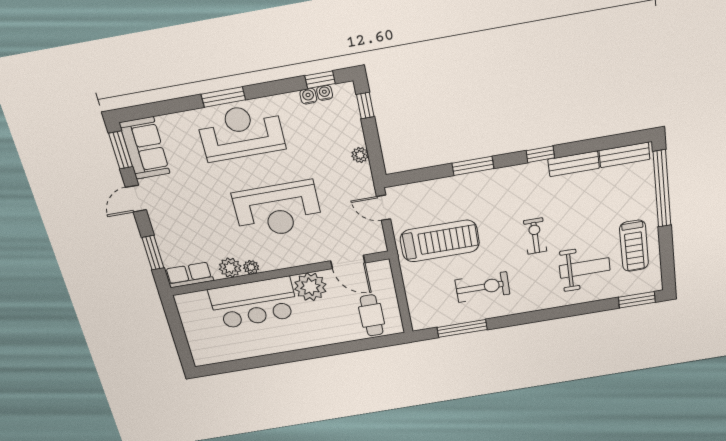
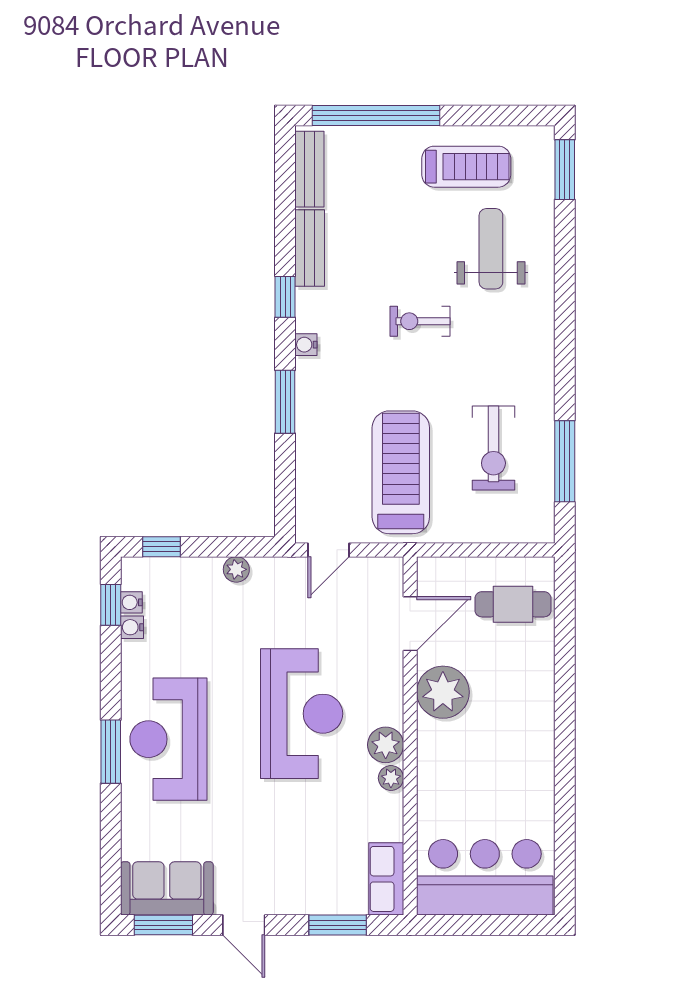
water cooler: (511, 172) -> (306, 345), added
plant: (230, 268) -> (386, 745), moved
exercise bike: (482, 287) -> (493, 448), moved, turned 180
bar counter: (254, 303) -> (485, 877), moved, turned -90

